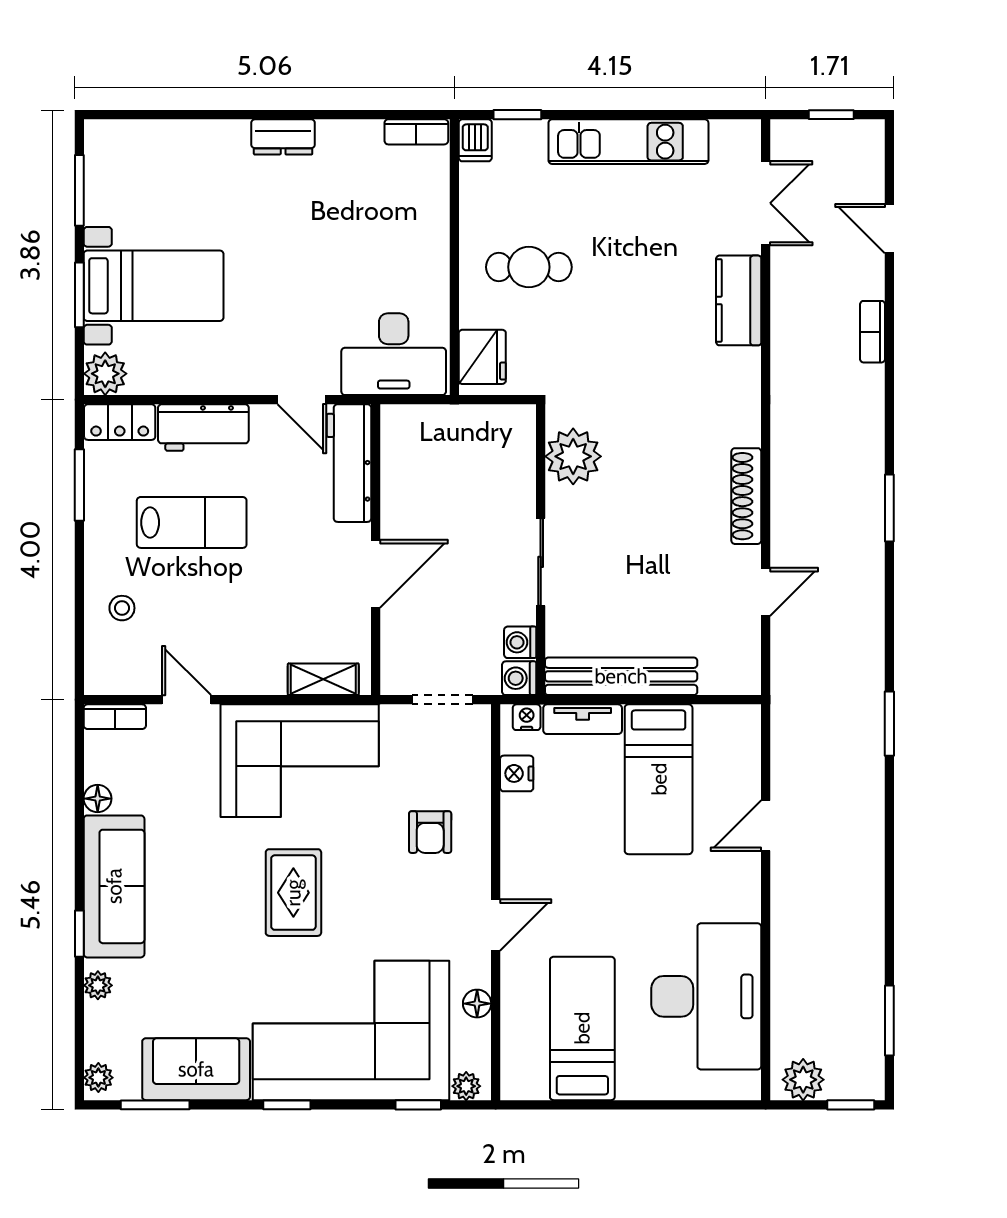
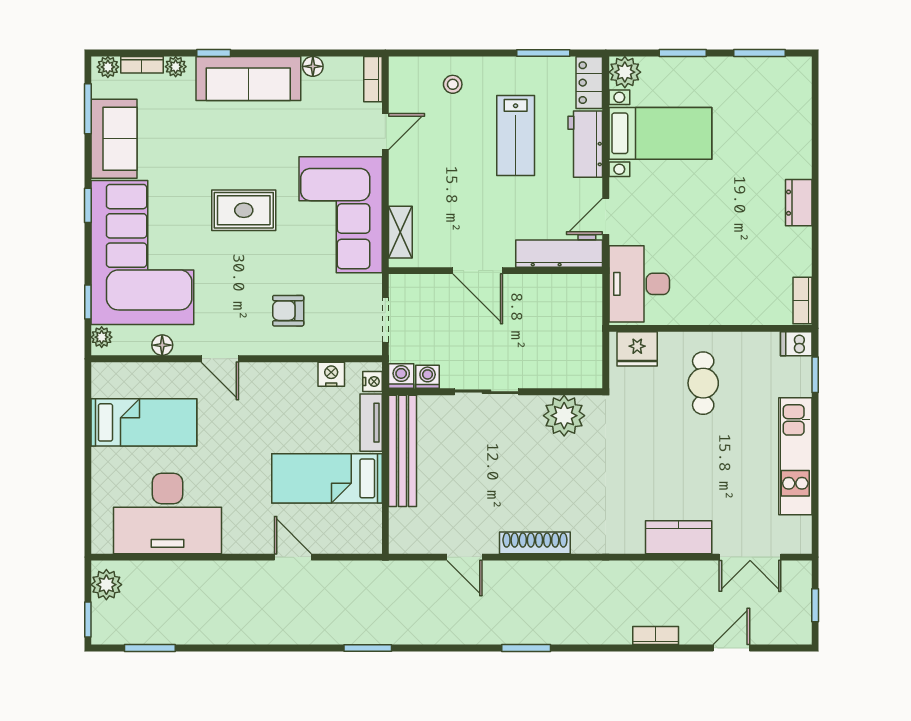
bed with nightstands: (154, 286) -> (660, 133), moved, turned -90
bookcase: (95, 1031) -> (142, 65), added

